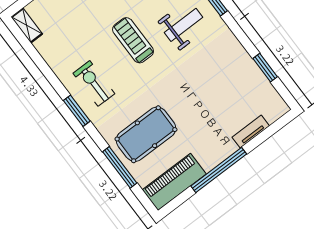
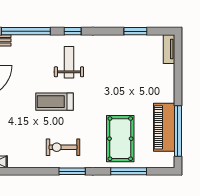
tv unit: (251, 132) -> (169, 49), moved
window: (219, 170) -> (178, 131), moved
piano: (174, 182) -> (164, 127), moved

